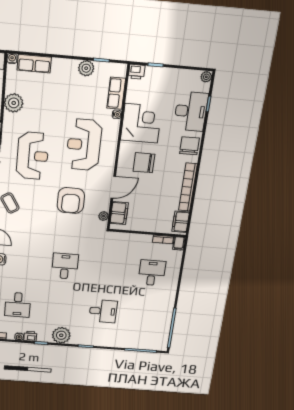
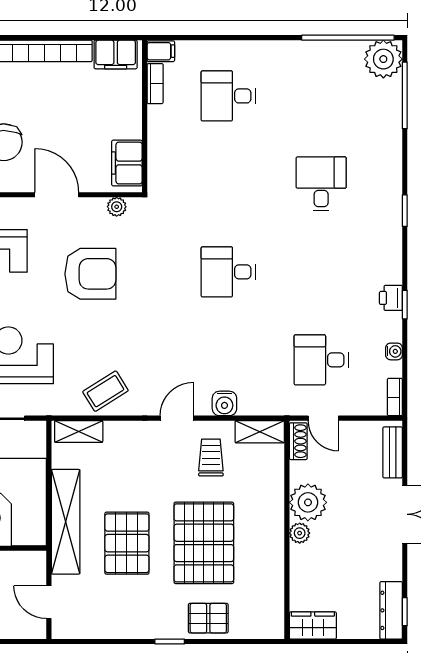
filing cabinet: (119, 213) -> (127, 163), moved, turned -90
desk: (18, 305) -> (321, 360), turned 180
plant: (61, 335) -> (383, 59), moved
printer: (30, 336) -> (391, 298), moved

